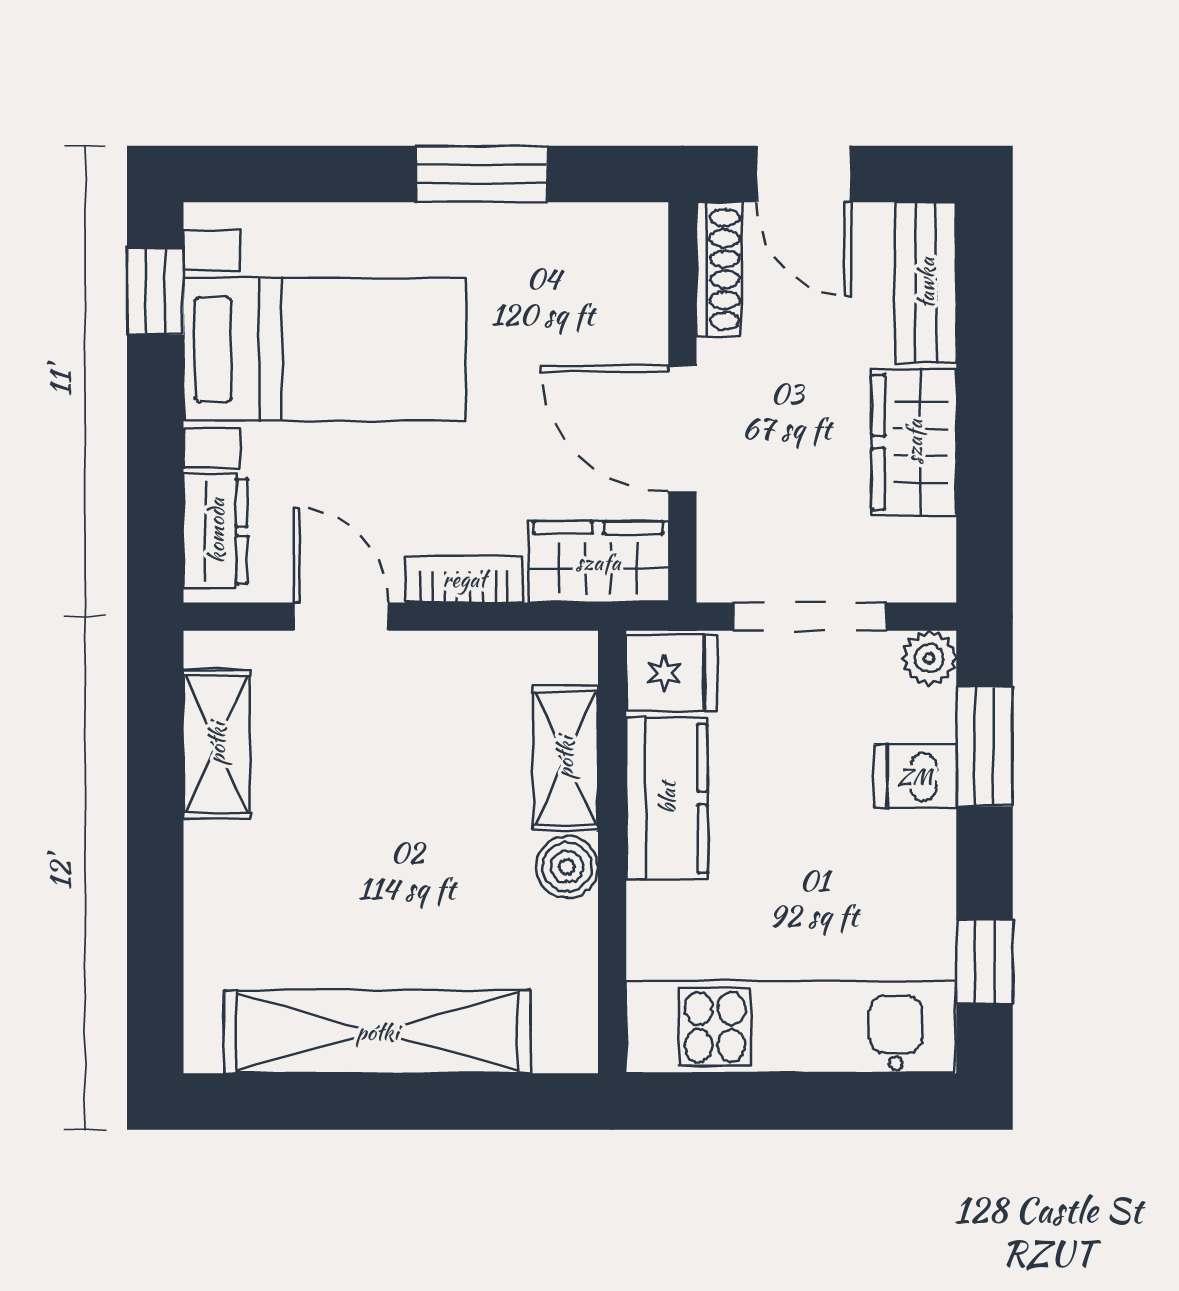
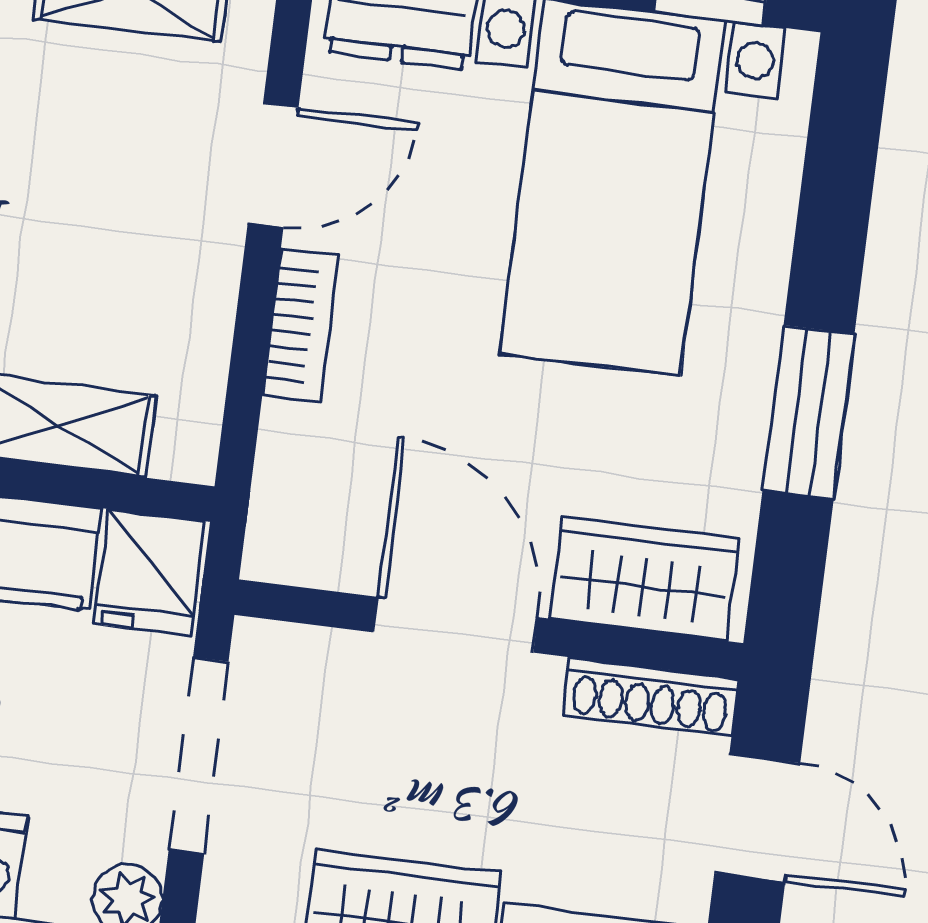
door: (804, 174) -> (757, 818), swing flipped
door: (682, 429) -> (455, 625), hinge flipped
wardrobe: (598, 562) -> (644, 579), moved, turned -90

